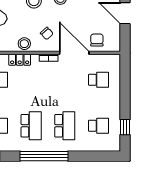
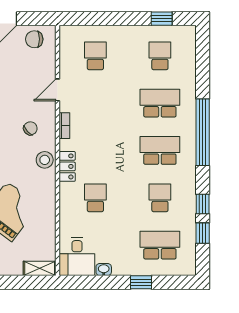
chair: (97, 40) -> (34, 39), moved
door: (74, 53) -> (58, 90), width x0.53

